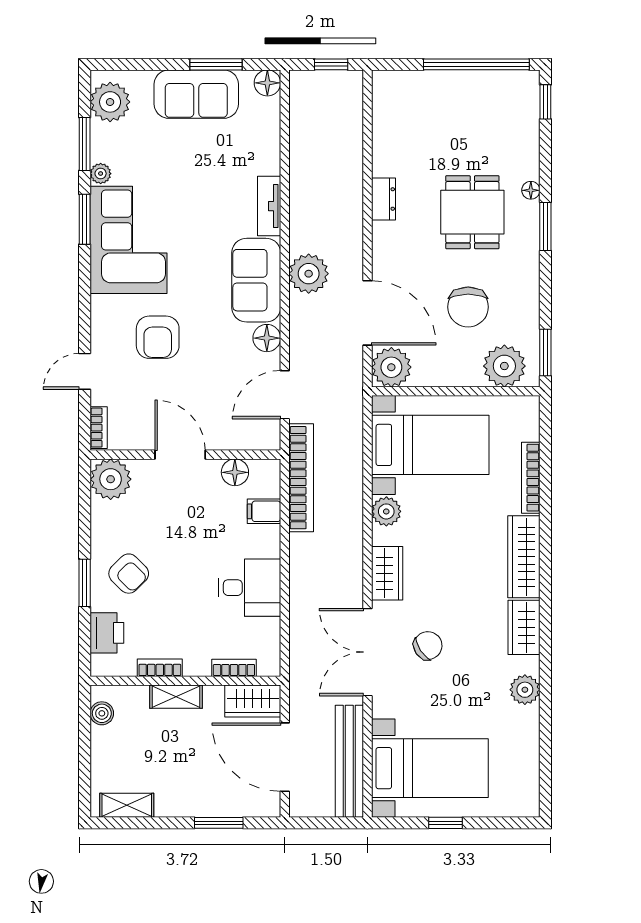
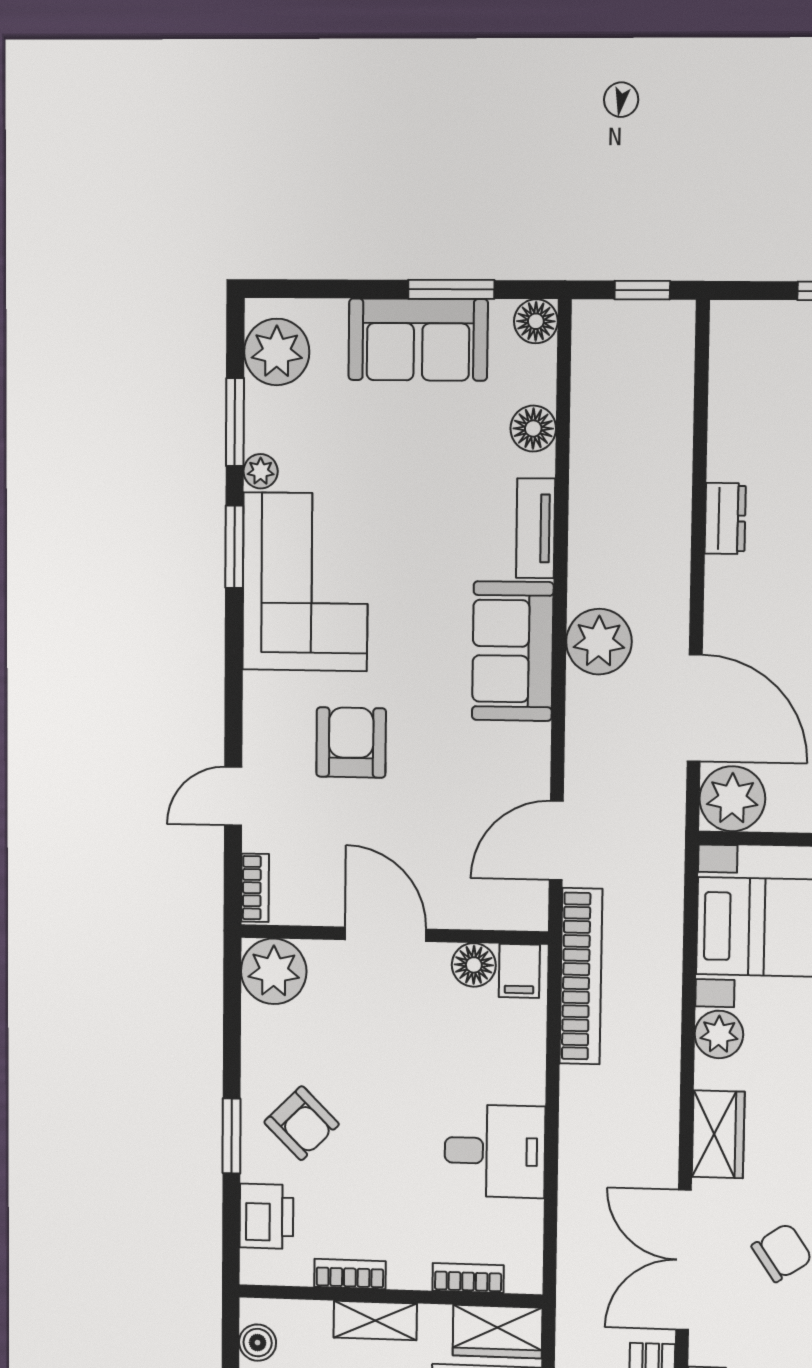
armchair: (158, 337) -> (351, 742), turned 180
floor lamp: (267, 338) -> (533, 429), moved
filing cabinet: (264, 511) -> (519, 971), moved, turned -90

